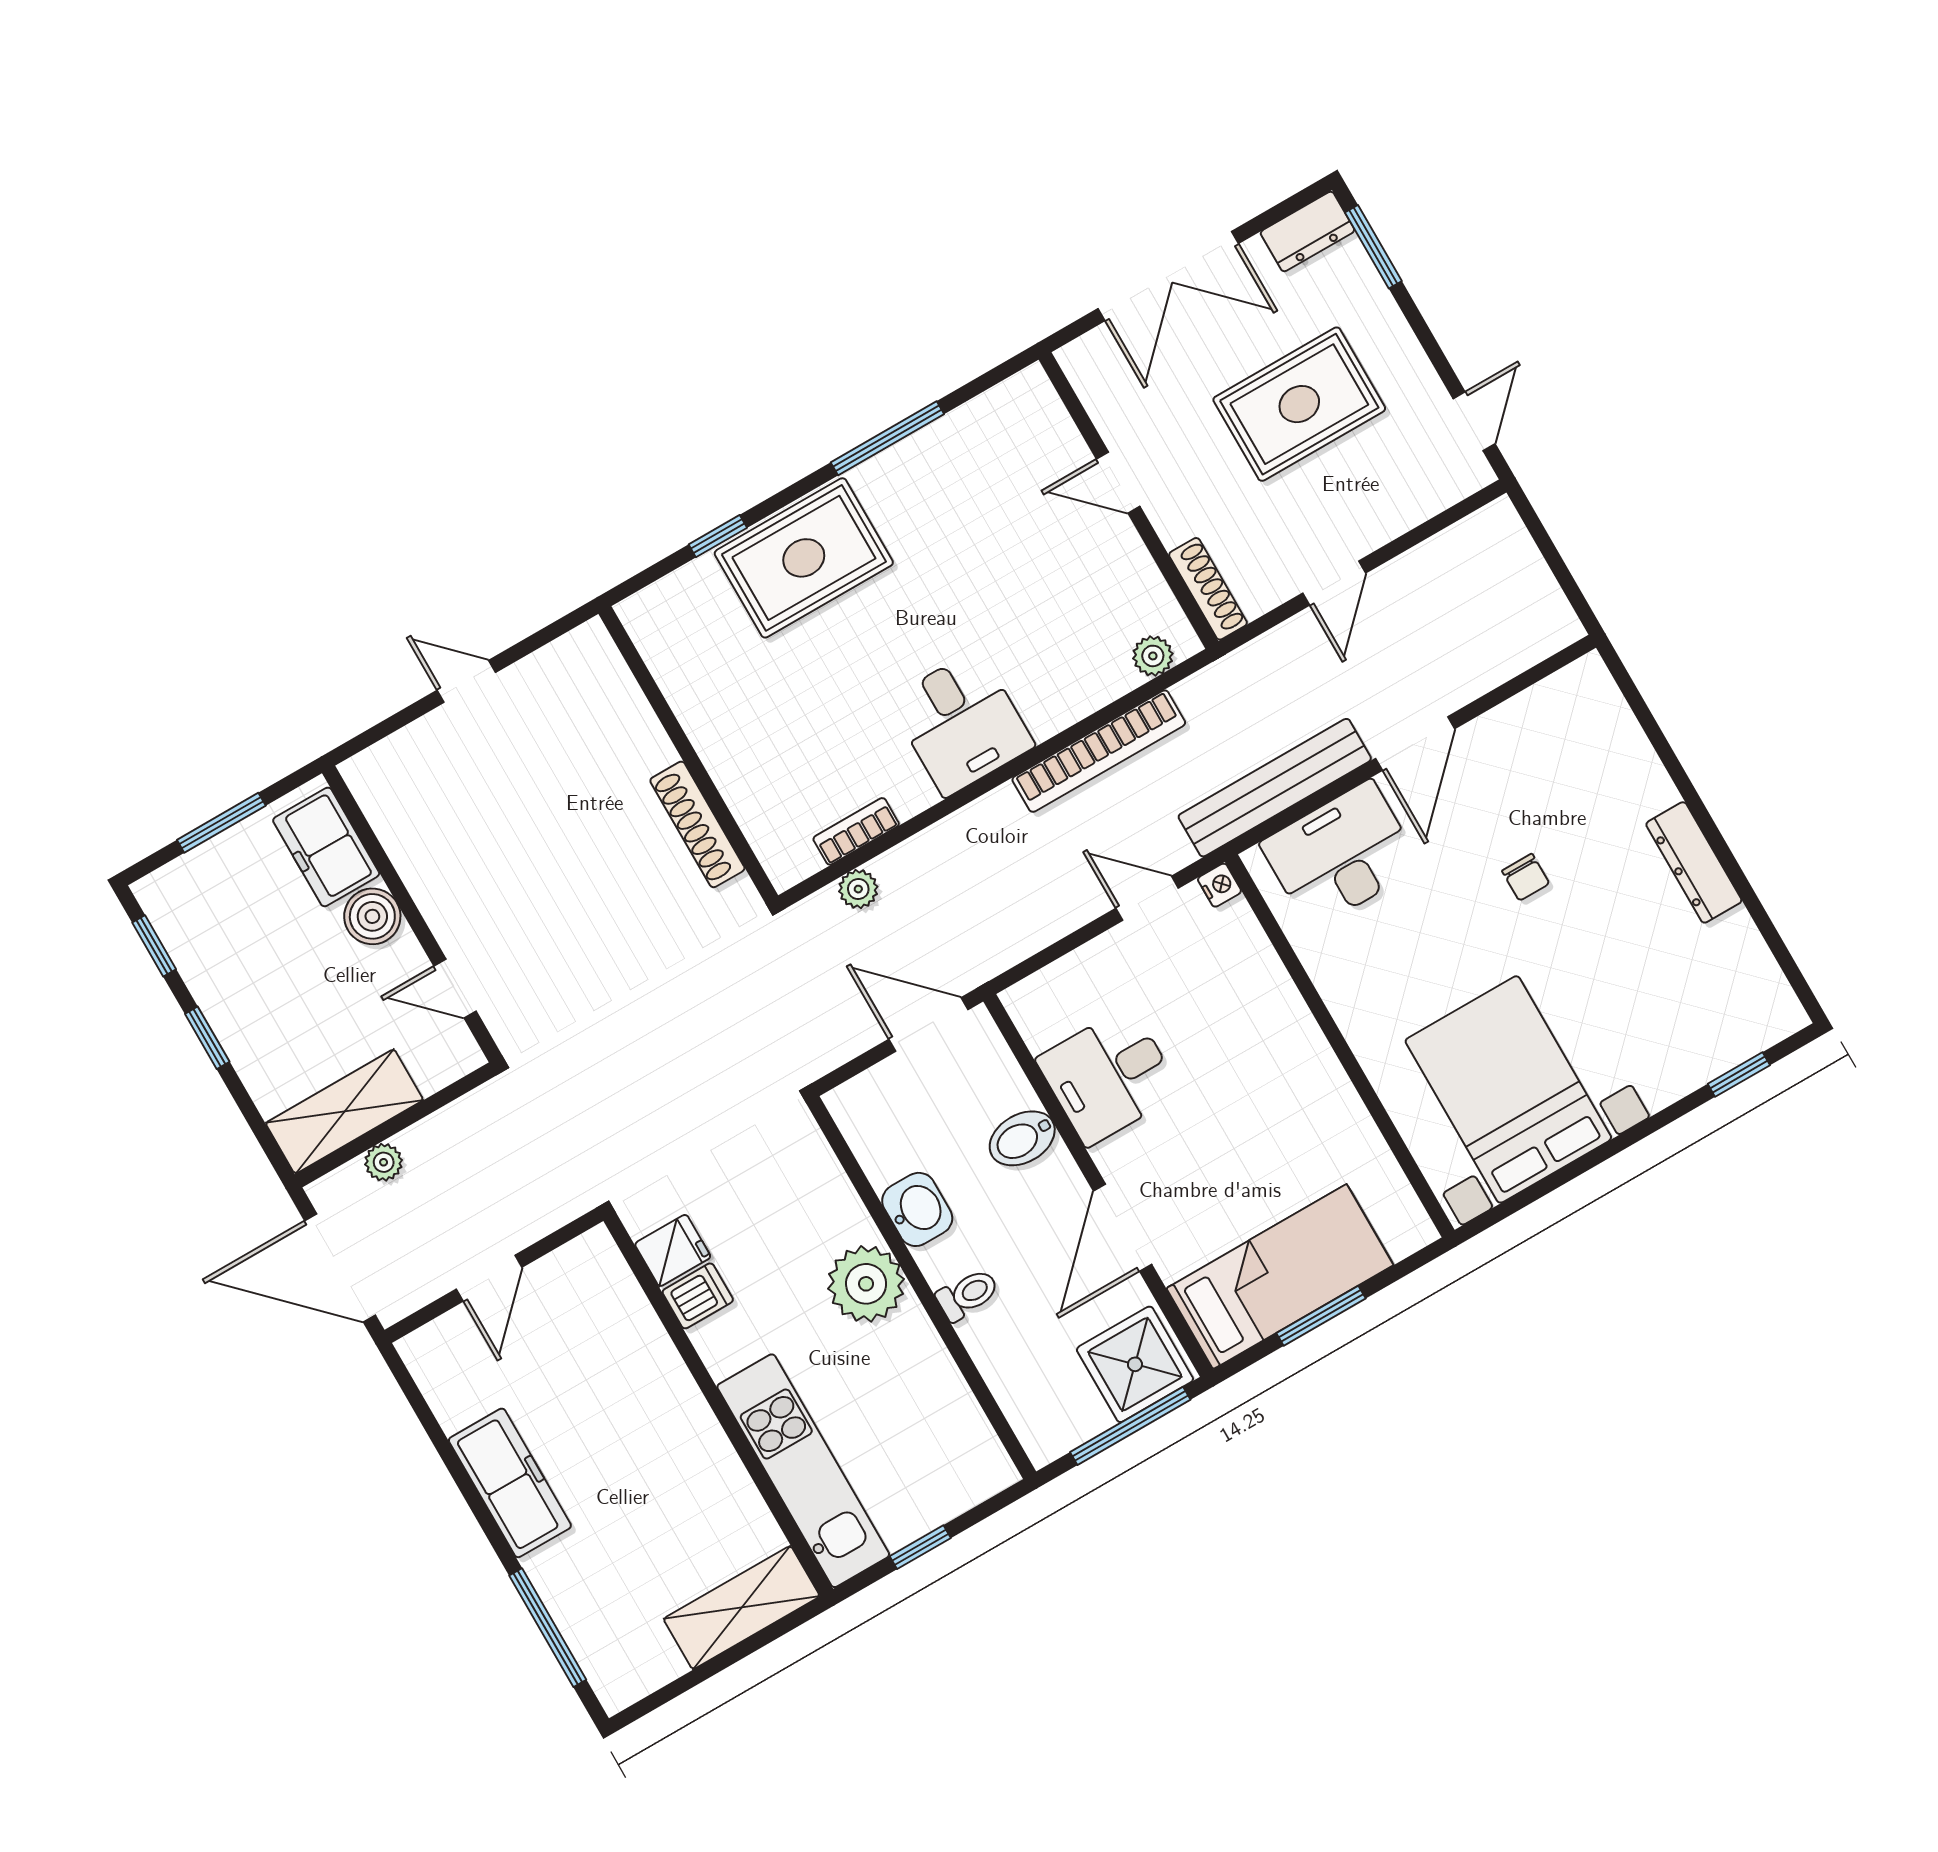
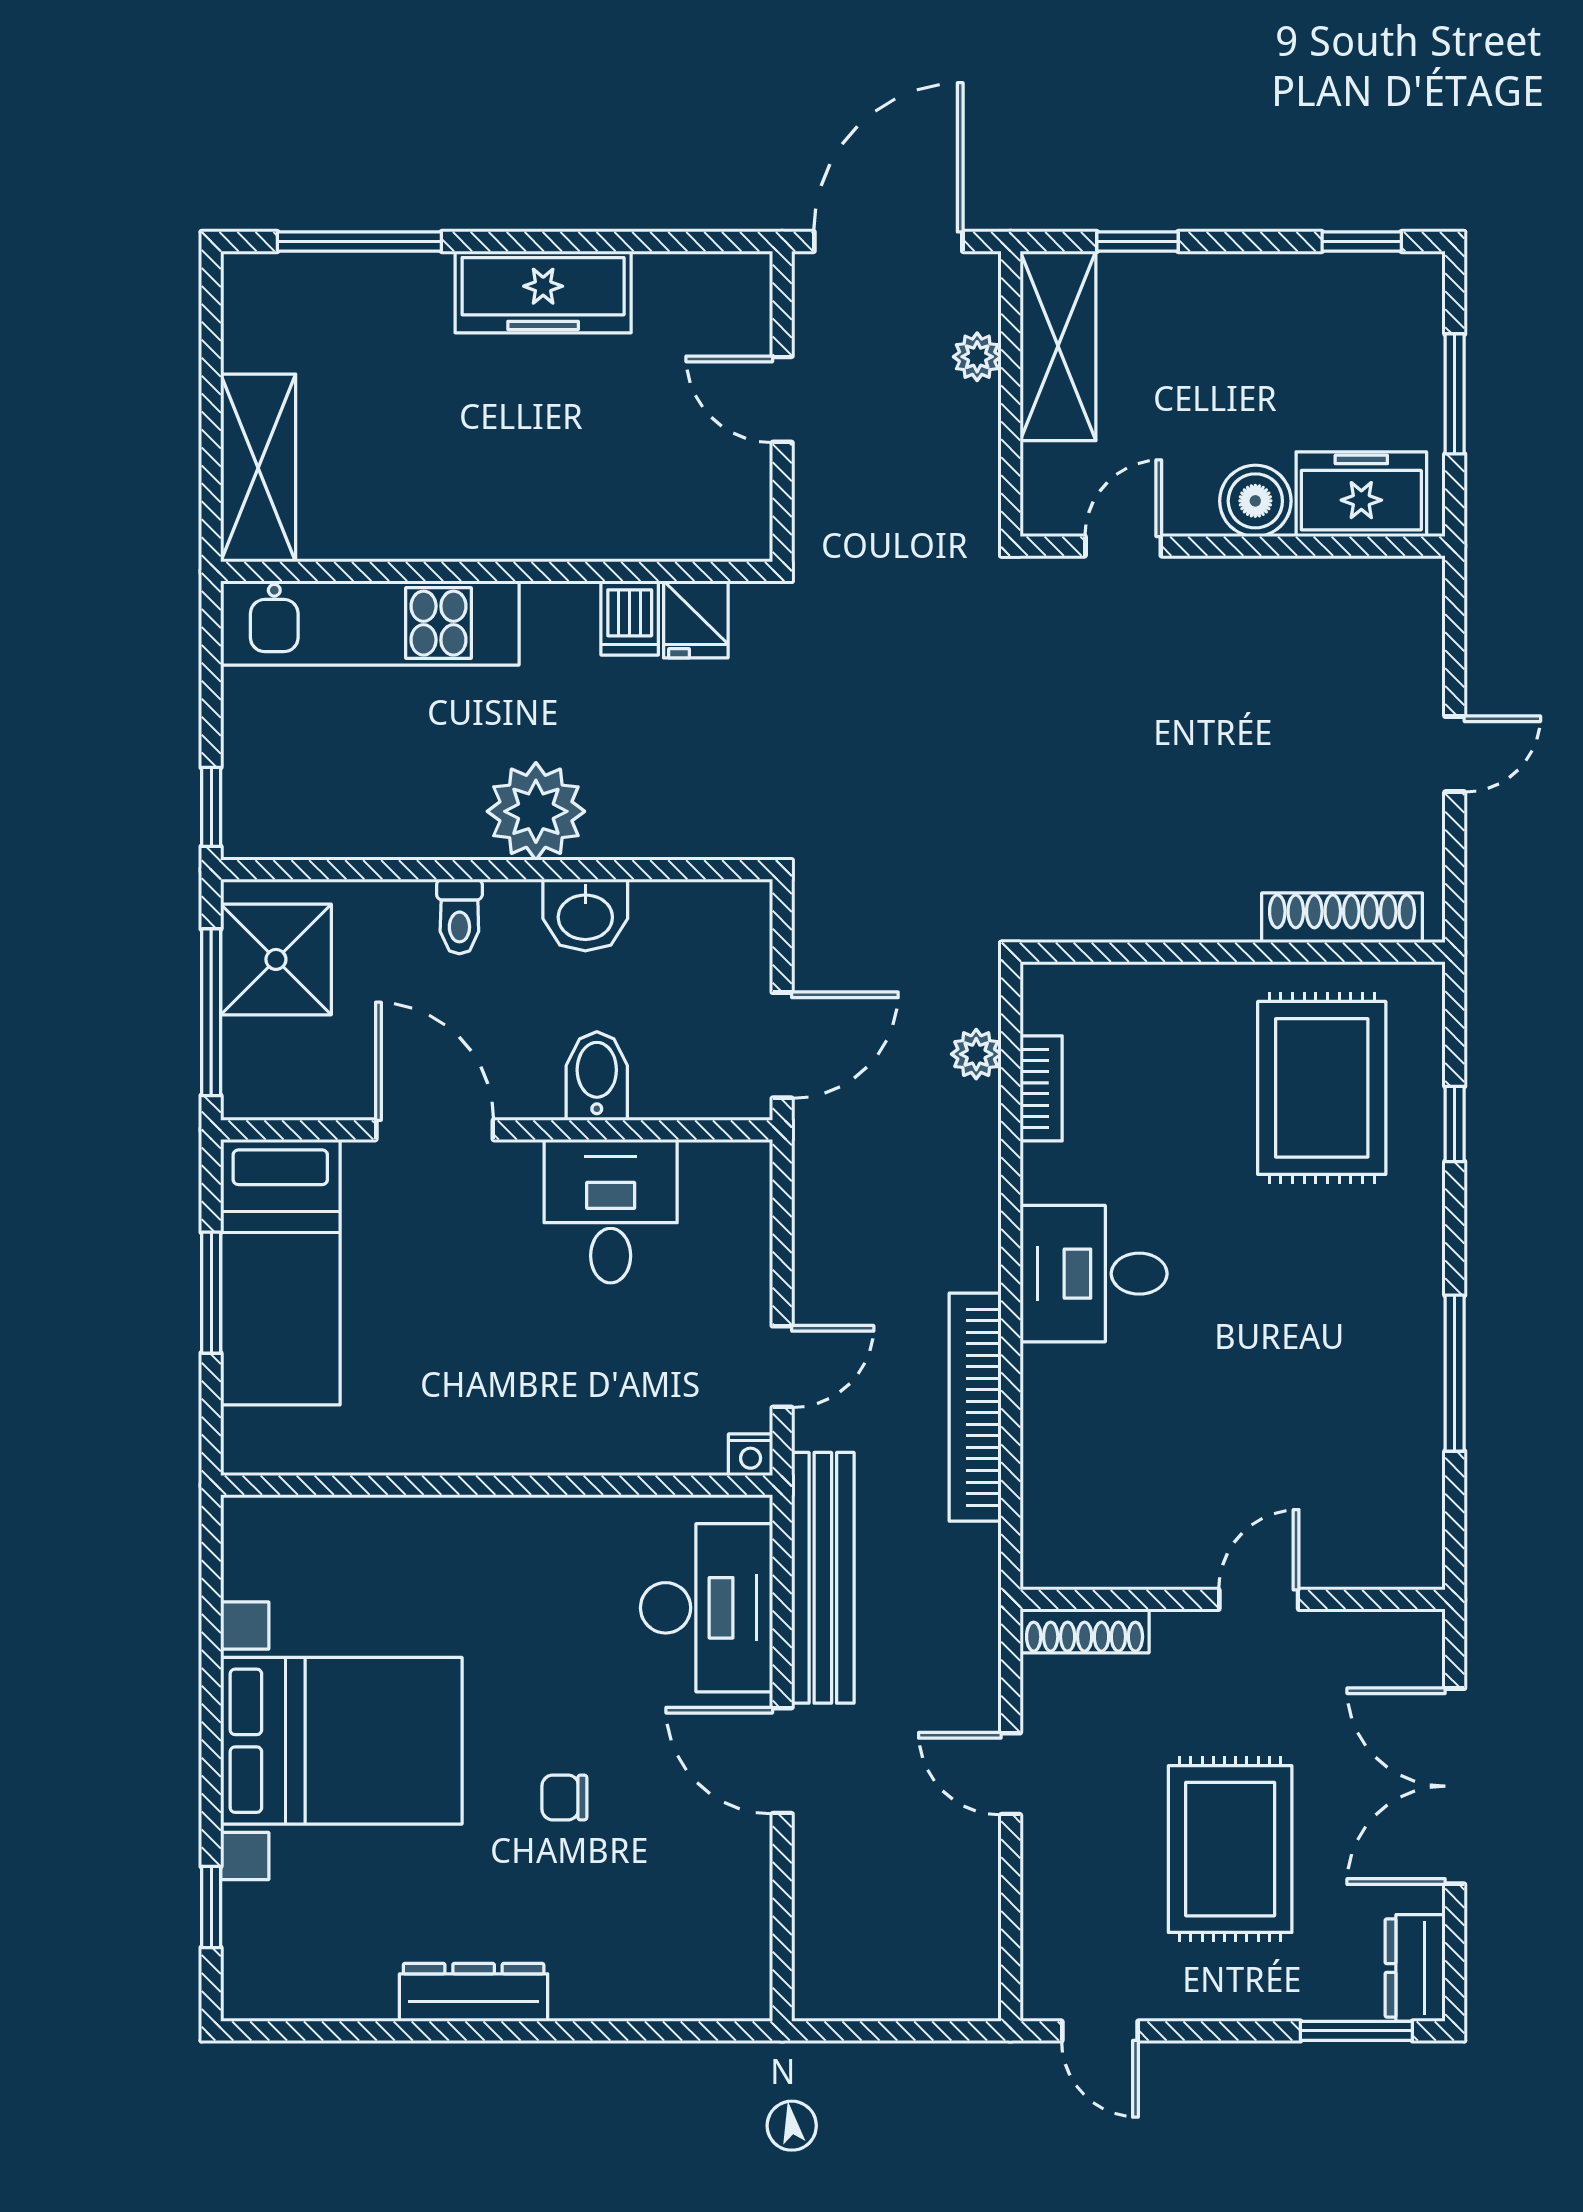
rug: (804, 558) -> (1322, 1088), moved
plant: (1153, 656) -> (1046, 1527), removed
shoe rack: (697, 824) -> (1342, 918), moved
window: (207, 1038) -> (1137, 241), moved
bed with nightstands: (1508, 1089) -> (341, 1741), moved
shower: (1135, 1364) -> (276, 959), moved
window: (920, 1547) -> (211, 807), moved

